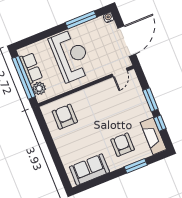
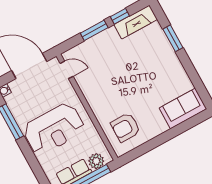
reception desk: (71, 56) -> (54, 129), turned 180
armchair: (123, 145) -> (150, 56), removed
sofa: (89, 170) -> (183, 109), moved, turned 90

